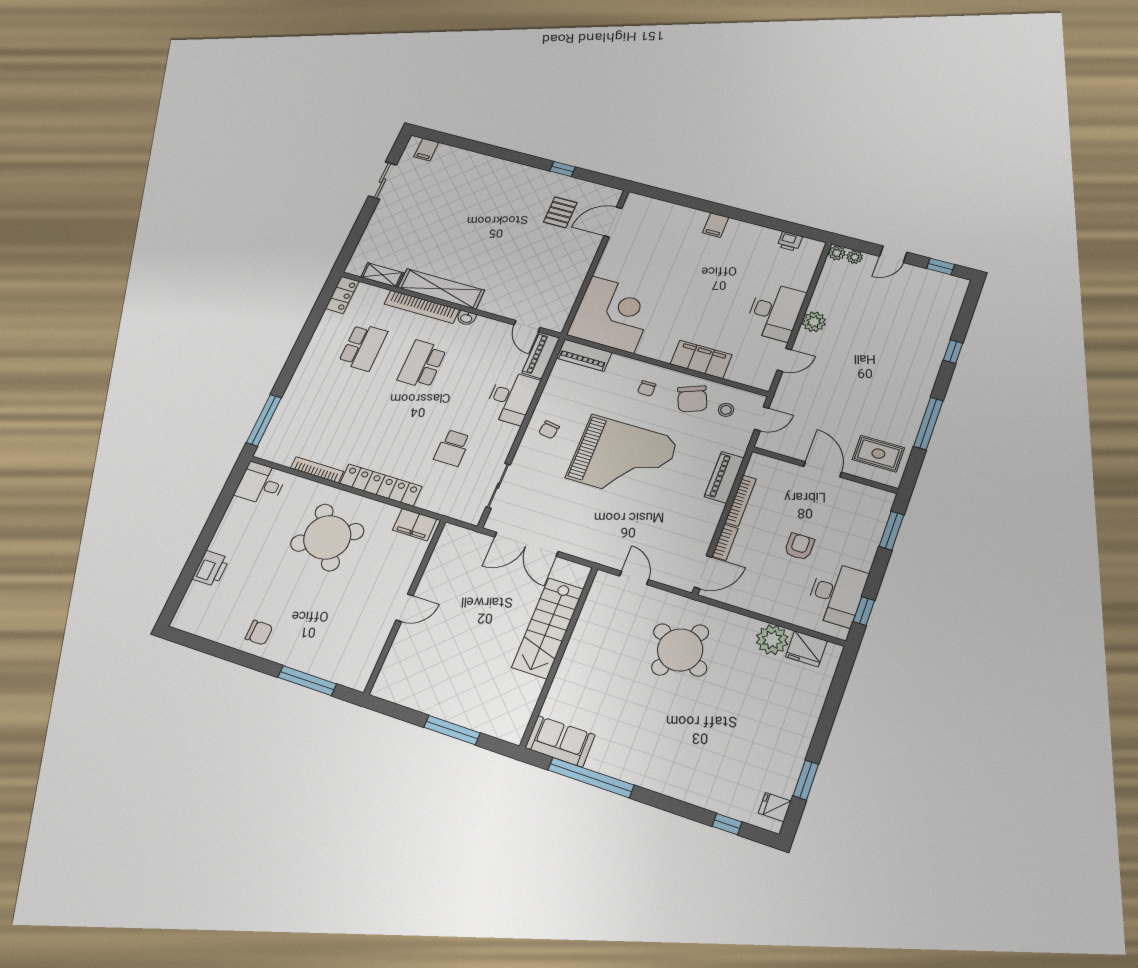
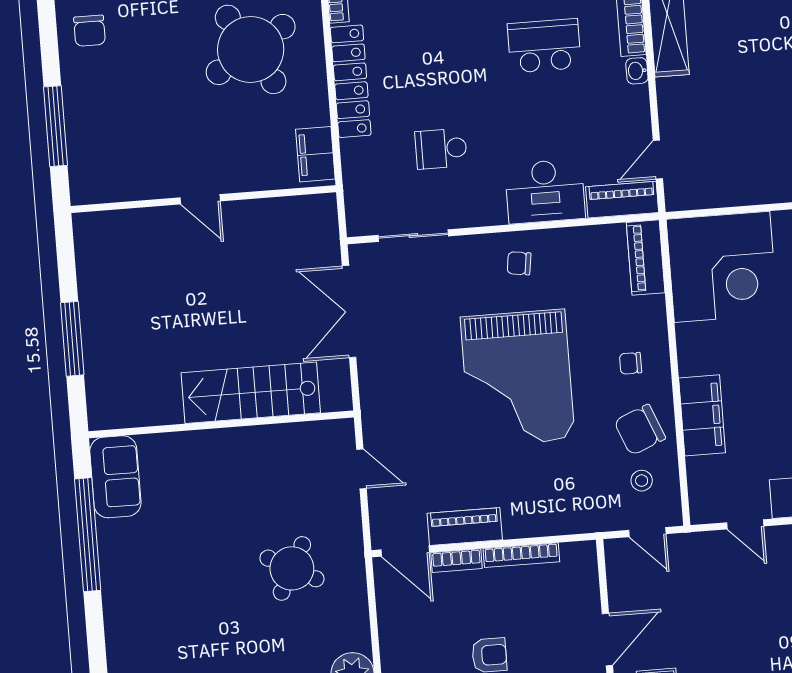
piano: (724, 477) -> (465, 527), moved
door: (634, 578) -> (361, 469), hinge flipped
round table: (680, 650) -> (292, 568), width x0.73, depth x0.73

